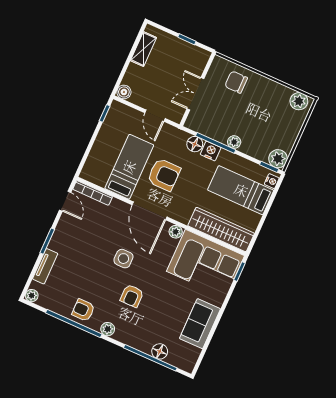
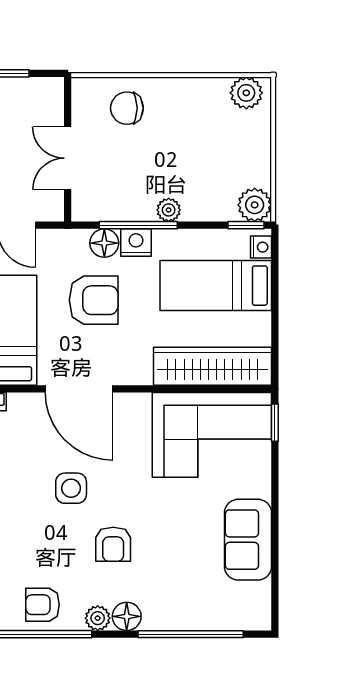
armchair: (164, 175) -> (94, 300), moved
plant: (176, 232) -> (138, 404), removed
floor lamp: (160, 351) -> (127, 616), moved

